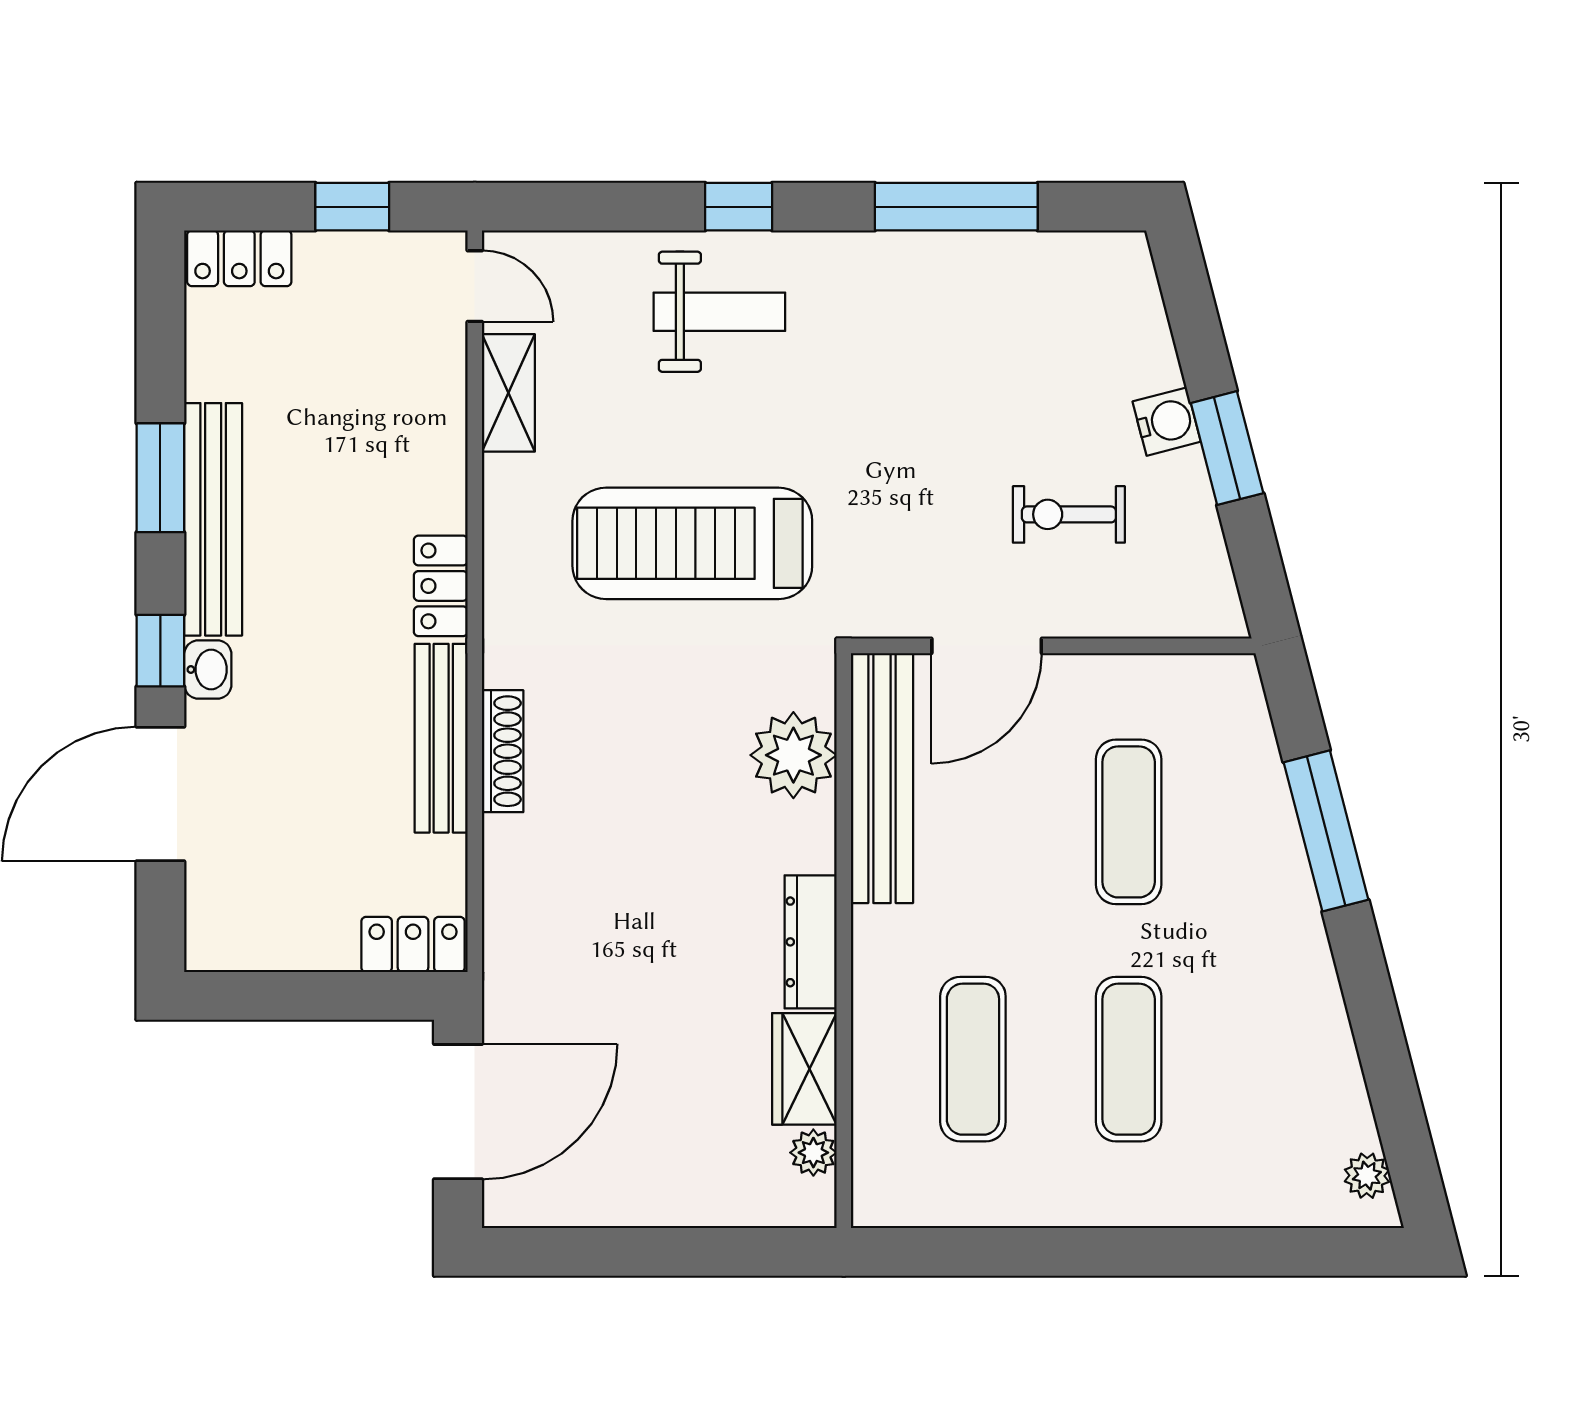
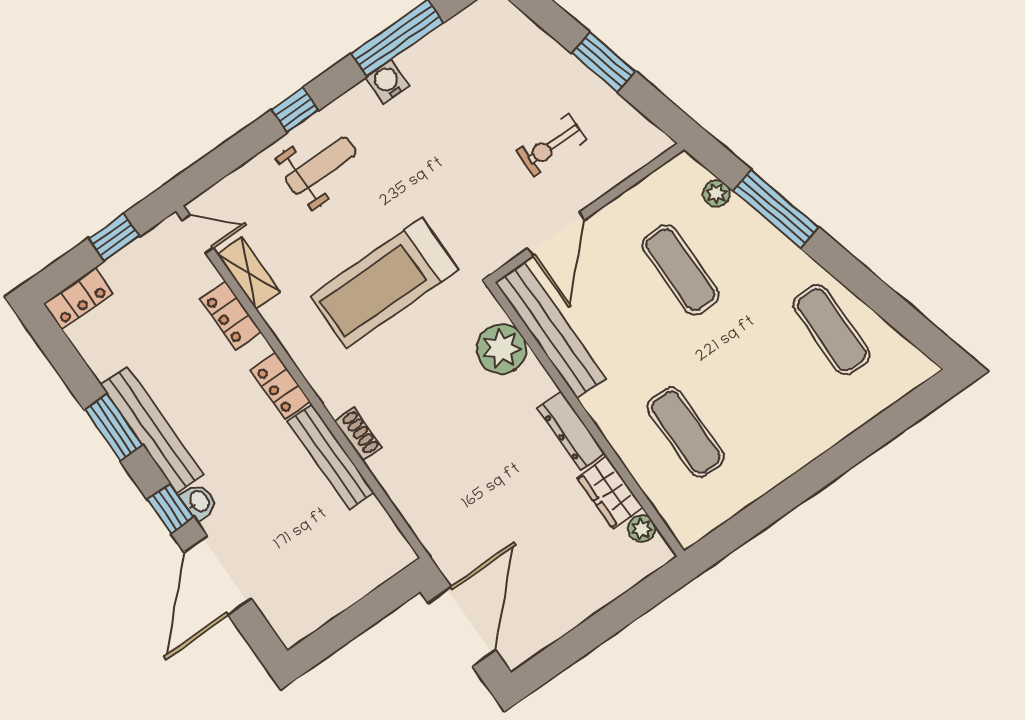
water cooler: (1167, 422) -> (387, 82), moved, turned -76
shoe rack: (503, 751) -> (358, 434), width x0.70
locker: (413, 944) -> (230, 315), moved, turned -90
exercise mat: (1129, 1059) -> (832, 330), moved
plant: (1367, 1176) -> (716, 193), moved

